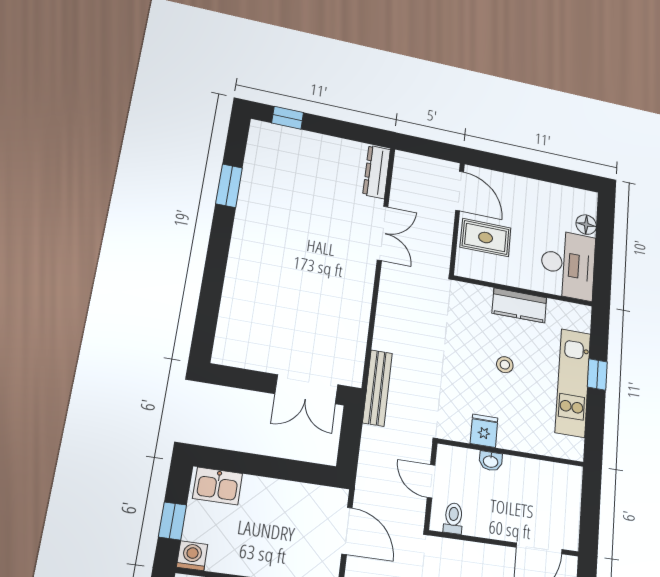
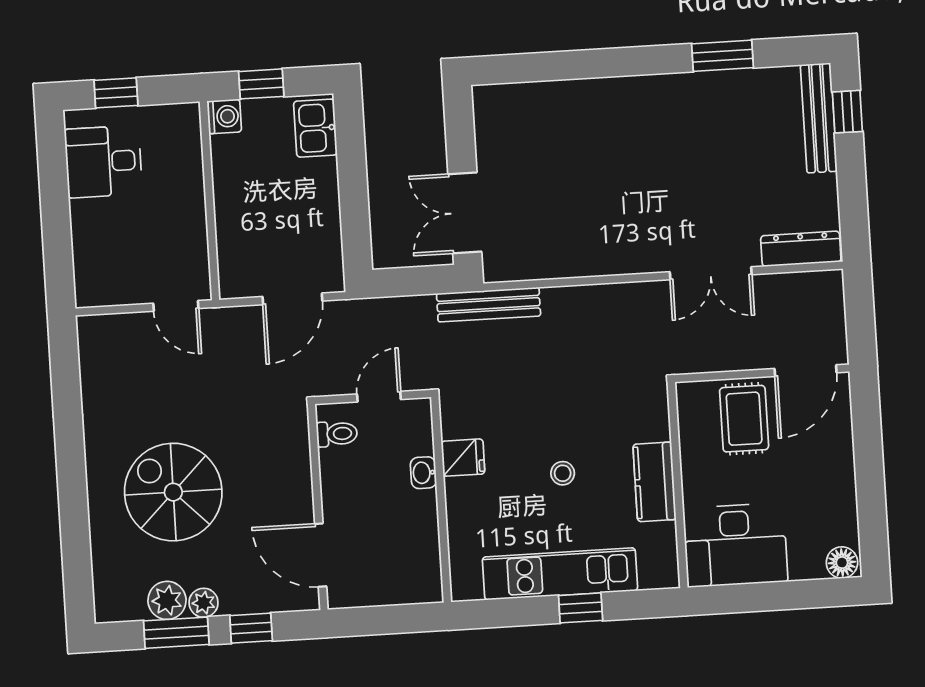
bench: (288, 137) -> (819, 118), added
floor lamp: (586, 225) -> (842, 563), moved

